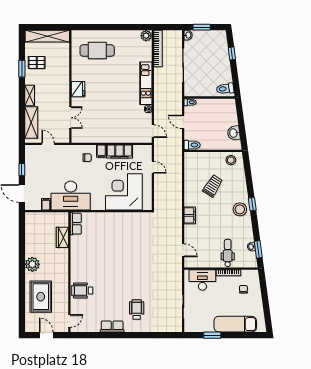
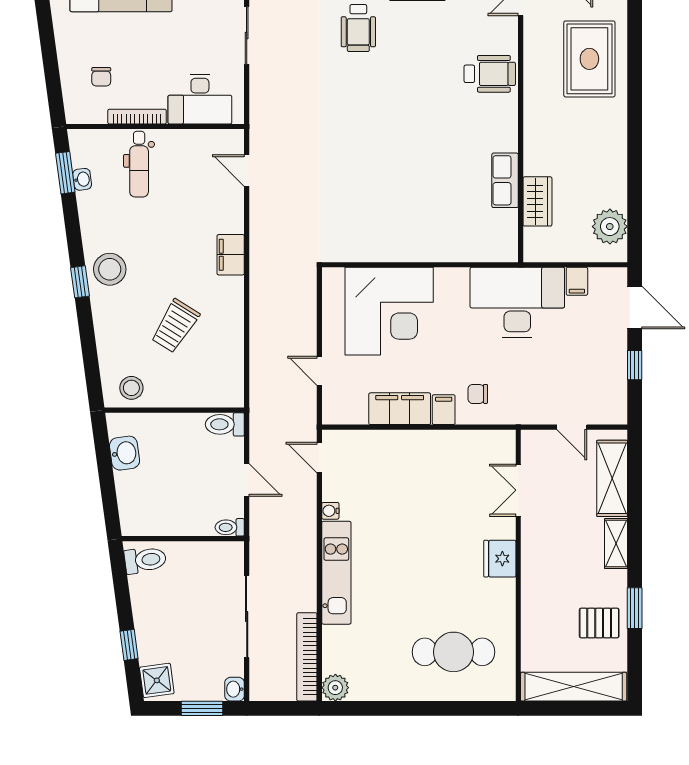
shower: (220, 39) -> (157, 680), added
row of seats: (76, 224) -> (505, 180), moved
plant: (32, 264) -> (610, 227), moved

